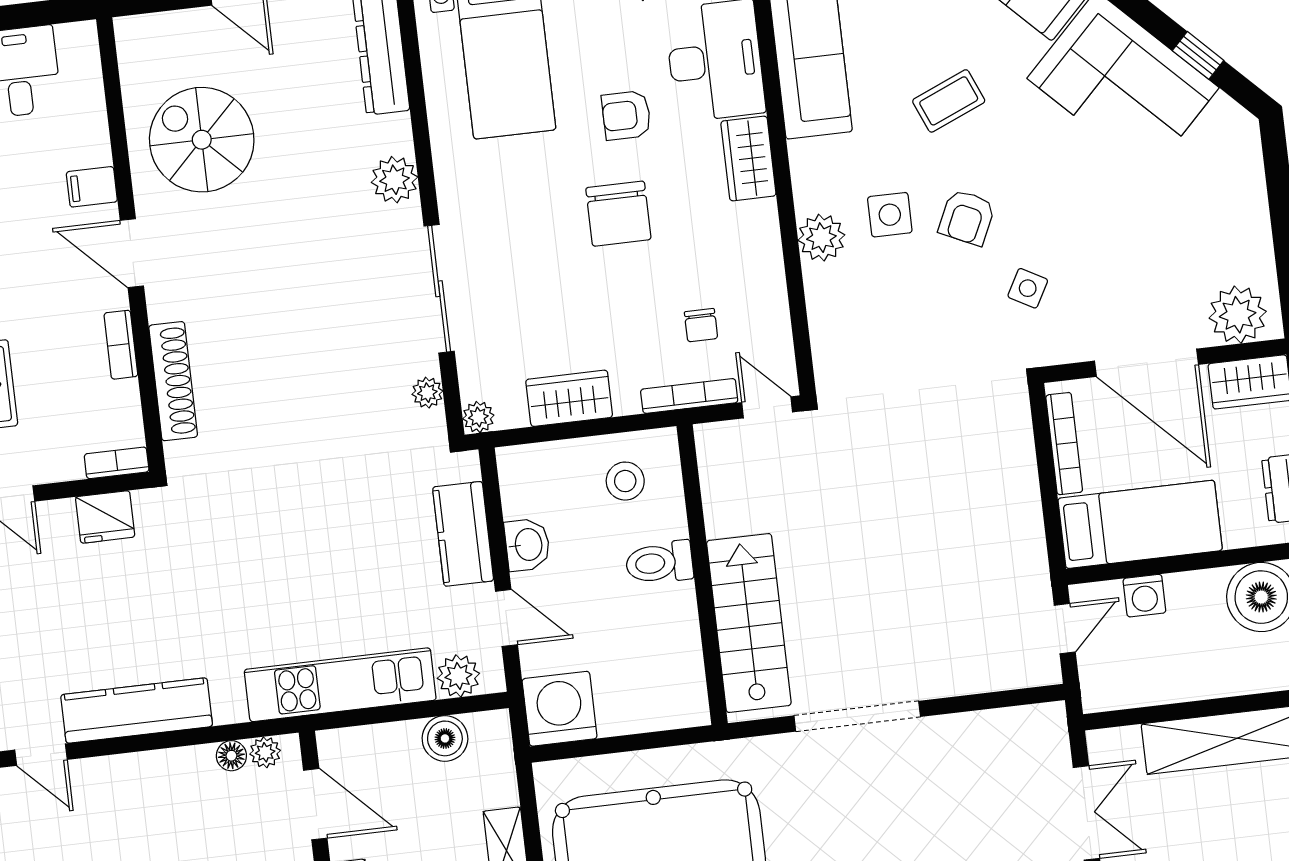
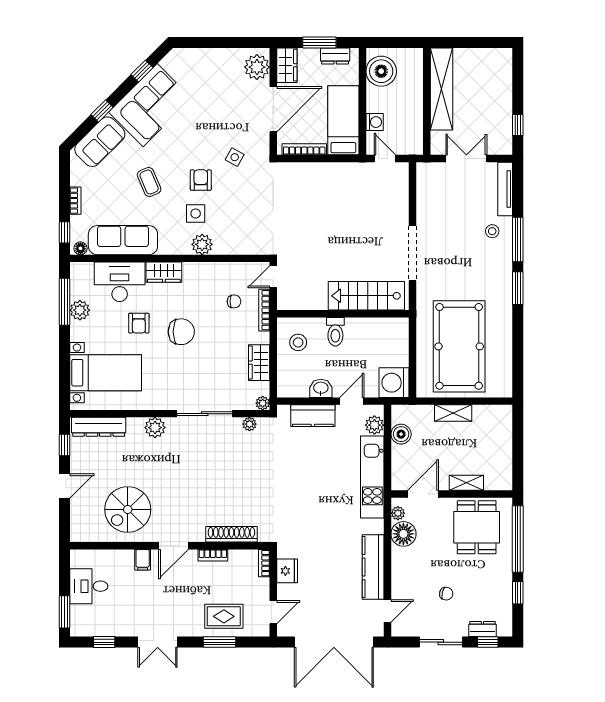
armchair: (967, 217) -> (201, 180), turned -115
floor lamp: (231, 756) -> (403, 534), width x1.89, depth x1.89

